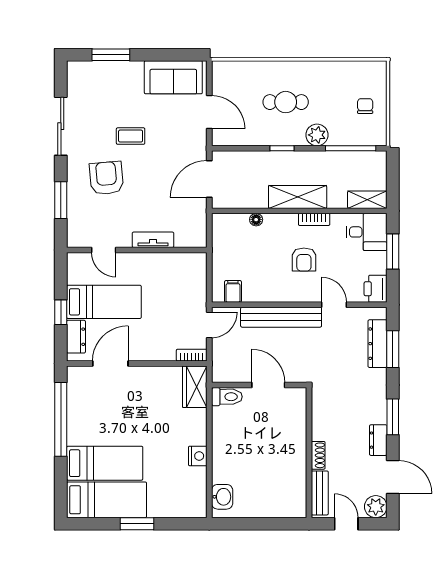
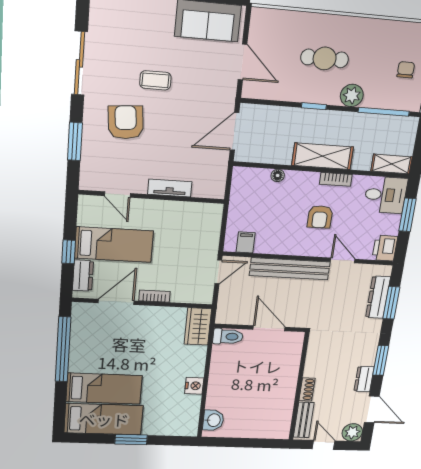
bookcase: (192, 355) -> (154, 296), moved

